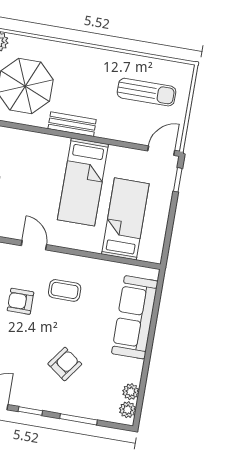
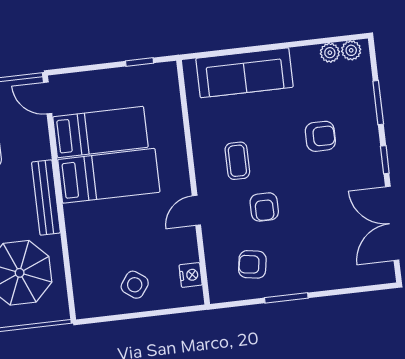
bench: (72, 124) -> (46, 197), width x1.36
window: (178, 180) -> (140, 62), moved
bed: (125, 219) -> (100, 132), moved, turned 180
armchair: (65, 364) -> (320, 136), turned 144

